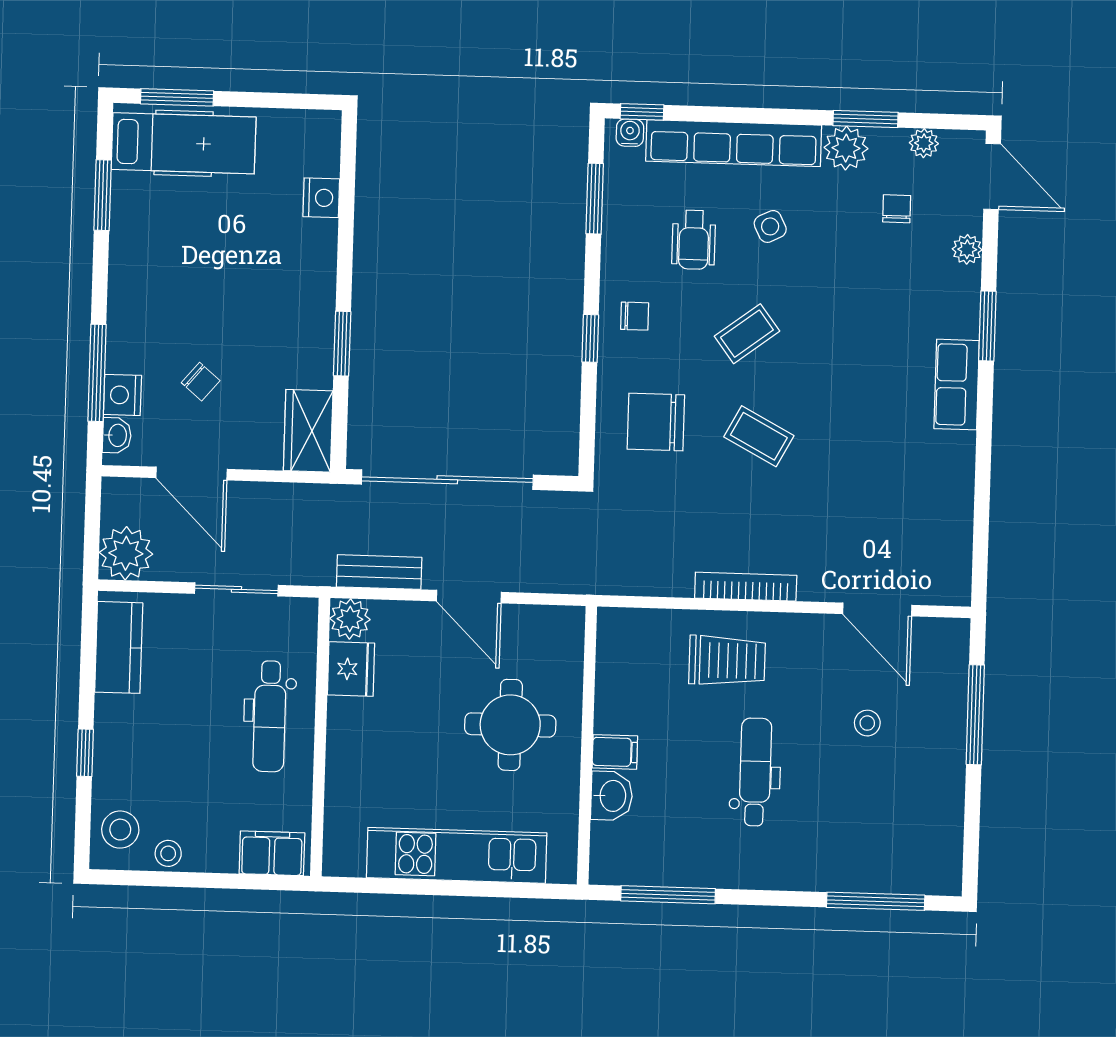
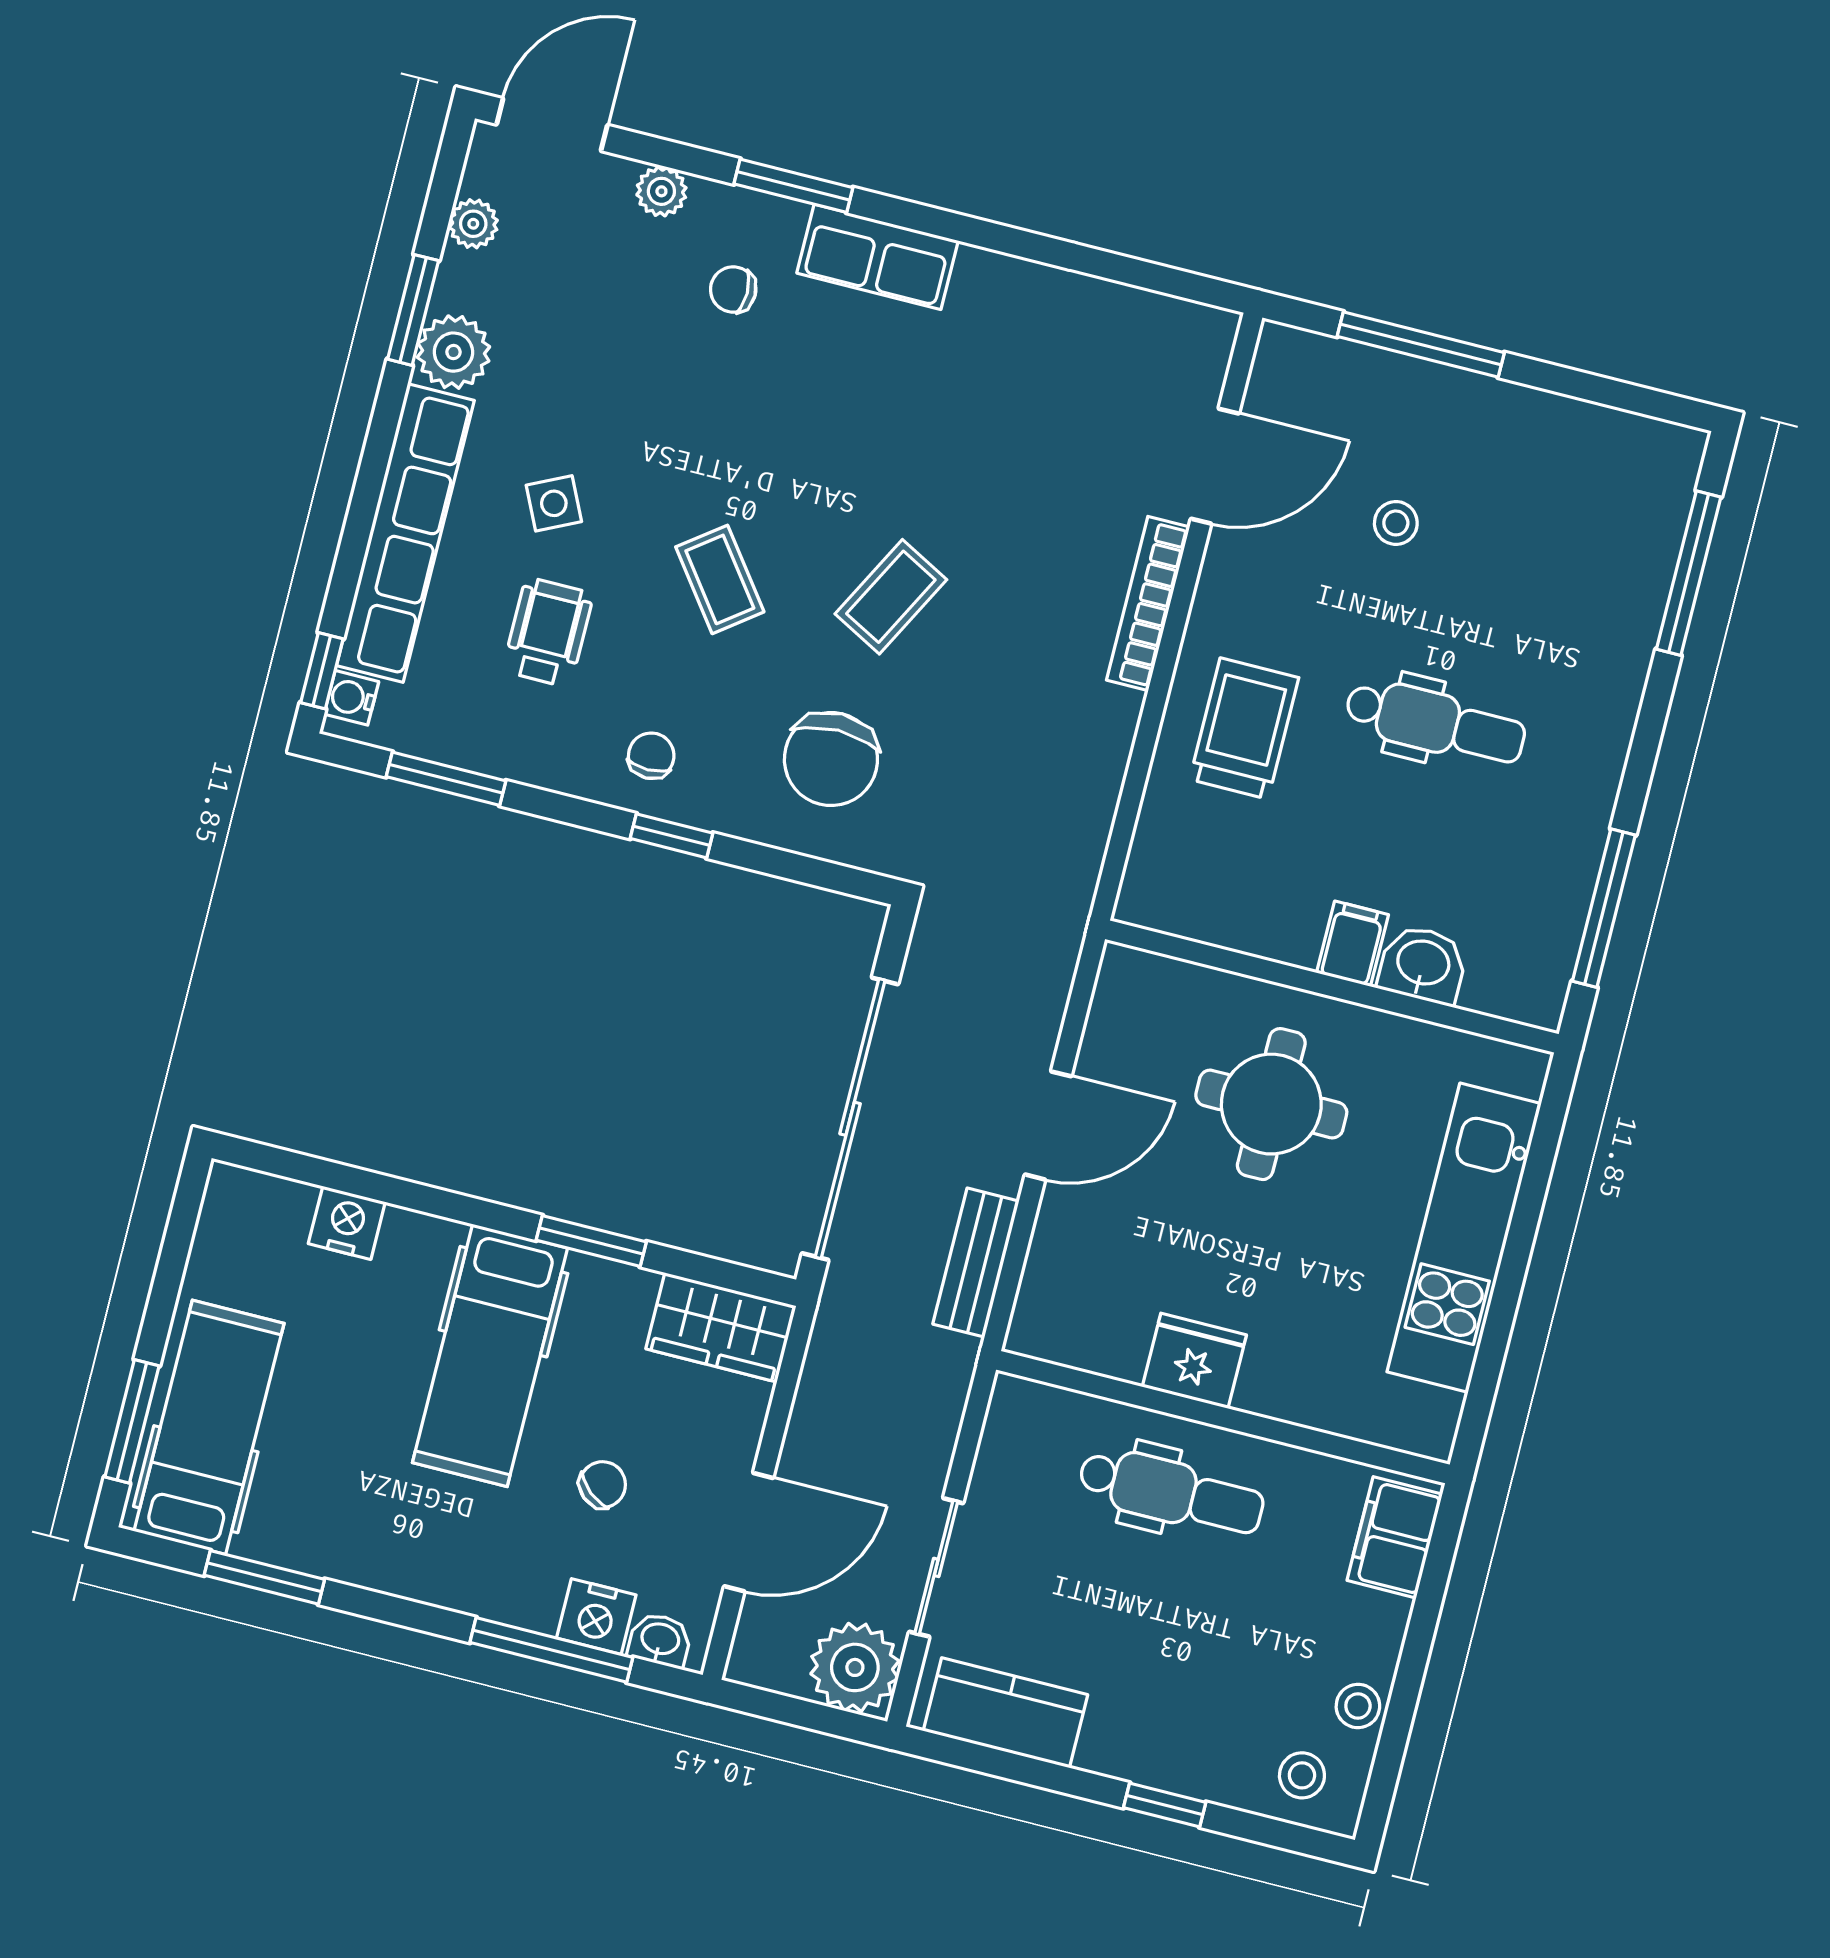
chair: (897, 209) -> (733, 290), moved
wheelchair: (694, 240) -> (548, 632), turned -90
hospital bed: (262, 299) -> (490, 1355), added
bookcase: (746, 587) -> (1148, 603), moved
sliding door: (236, 589) -> (936, 1567), moved
plant: (350, 619) -> (1042, 1327), removed
fridge: (351, 669) -> (1194, 1361), moved
dental chair: (755, 772) -> (1435, 723), turned 180
stool: (120, 830) -> (1302, 1775), width x0.73, depth x0.73

